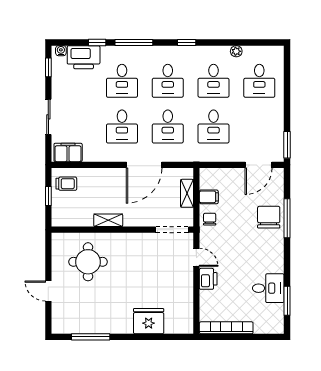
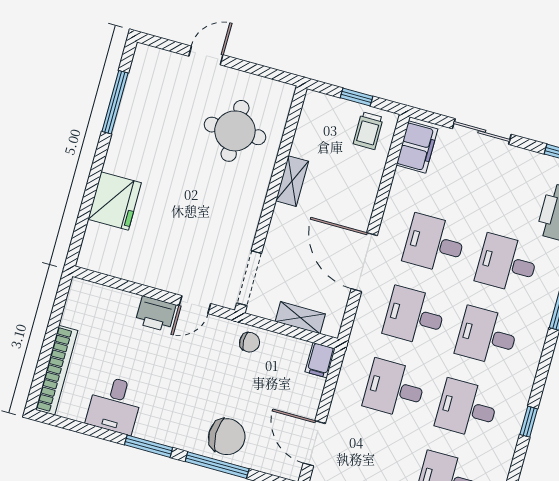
window: (187, 43) -> (529, 422), moved
plant: (236, 51) -> (504, 458), removed
filing cabinet: (209, 197) -> (320, 360), moved
window: (287, 301) -> (149, 446), moved
bookcase: (226, 328) -> (57, 370), moved

